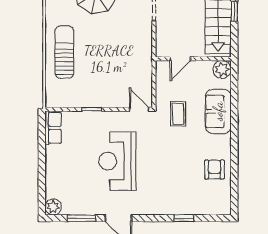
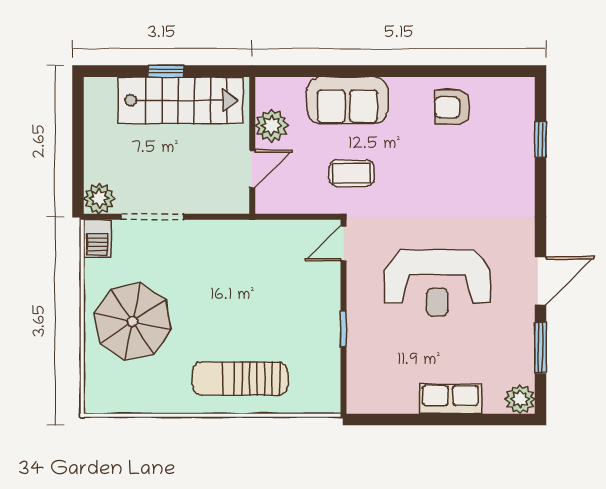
door: (180, 59) -> (252, 169), hinge flipped
plant: (222, 69) -> (271, 126), moved
row of seats: (53, 128) -> (450, 399), moved
window: (184, 218) -> (540, 139), moved

